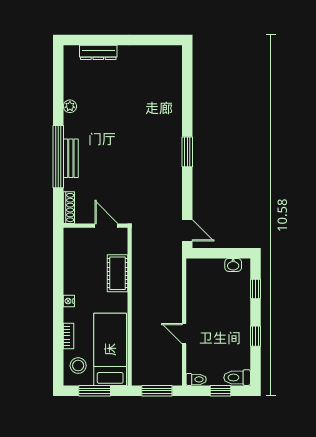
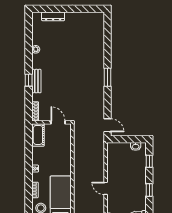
window: (58, 157) -> (29, 80), width x0.32
cot: (117, 273) -> (38, 135), moved

